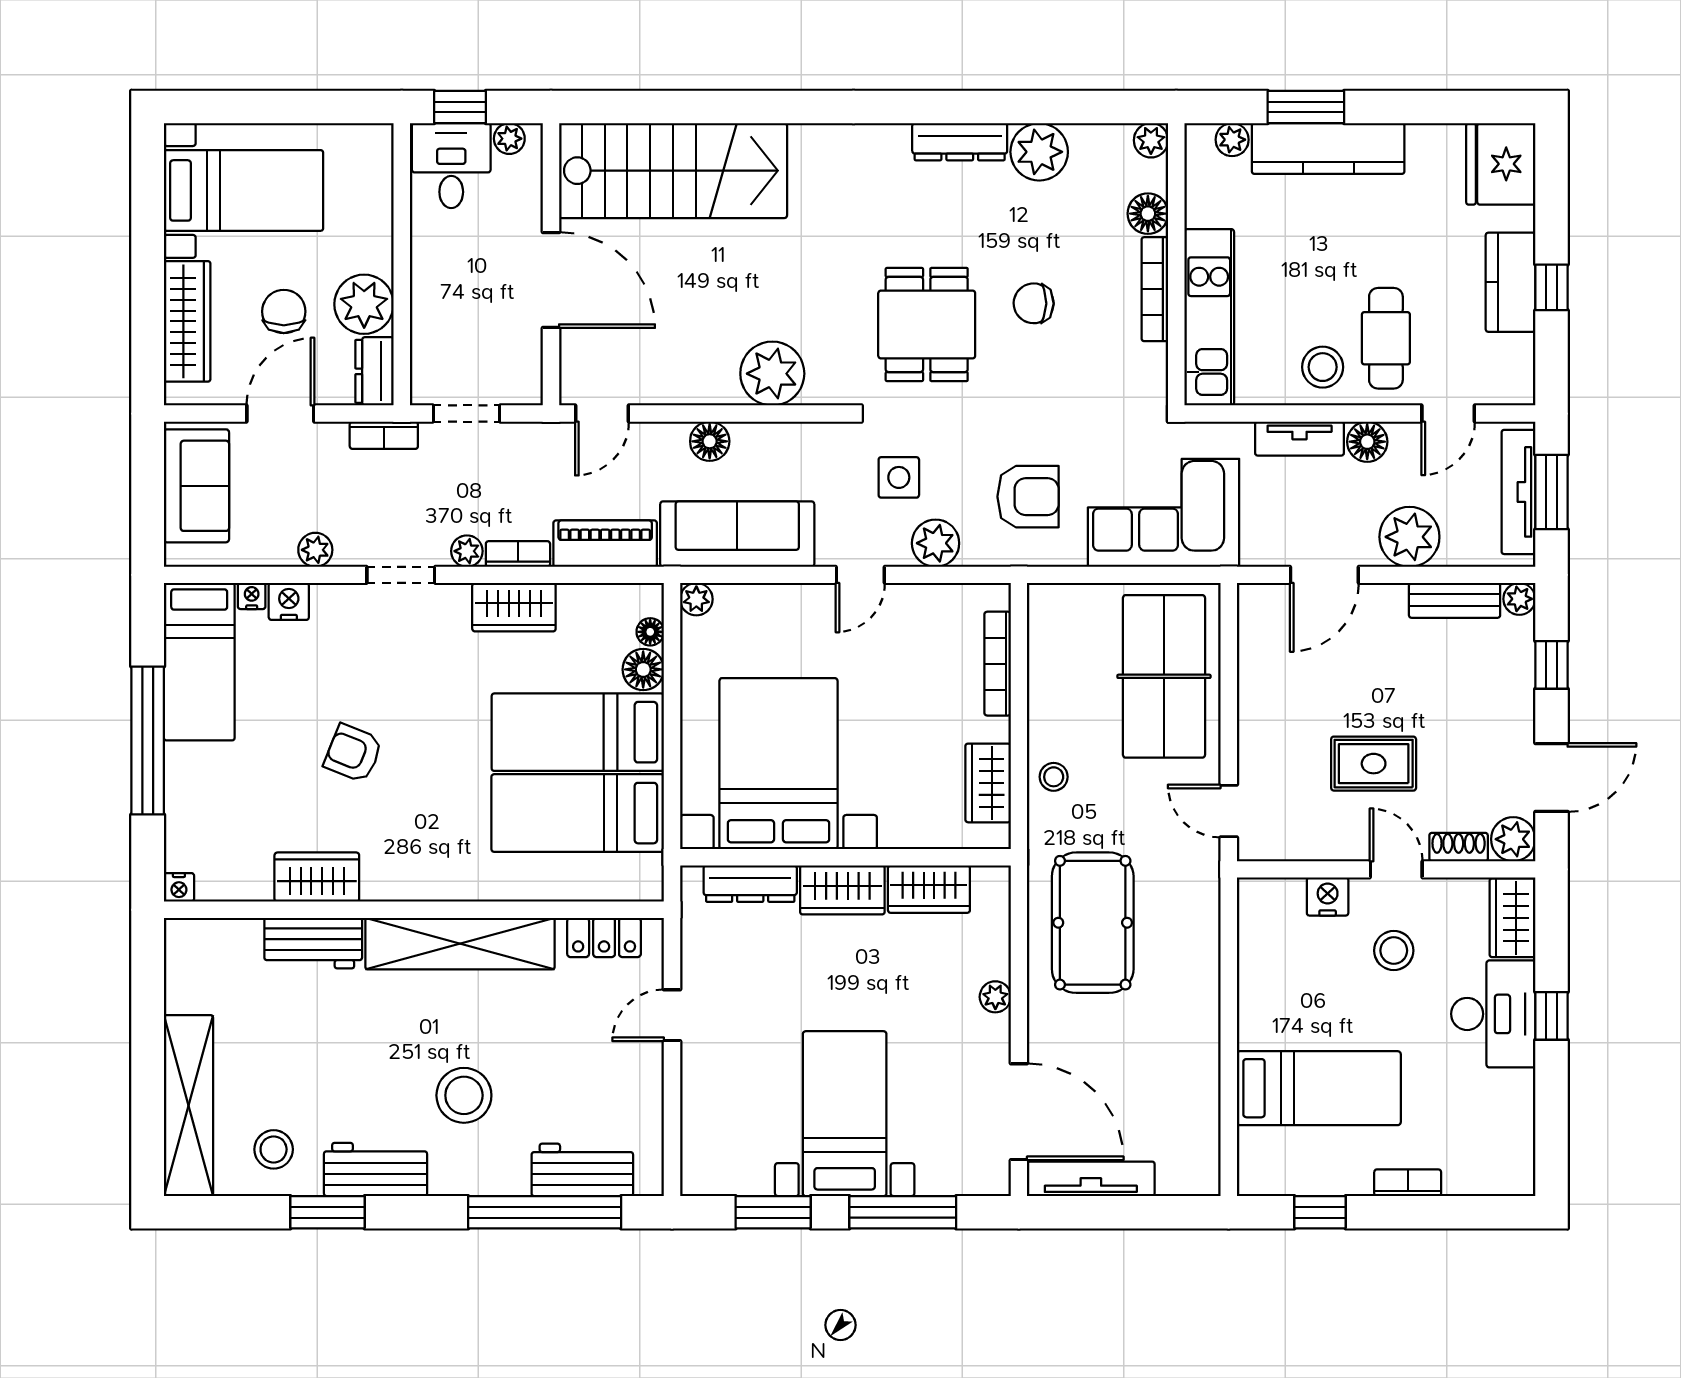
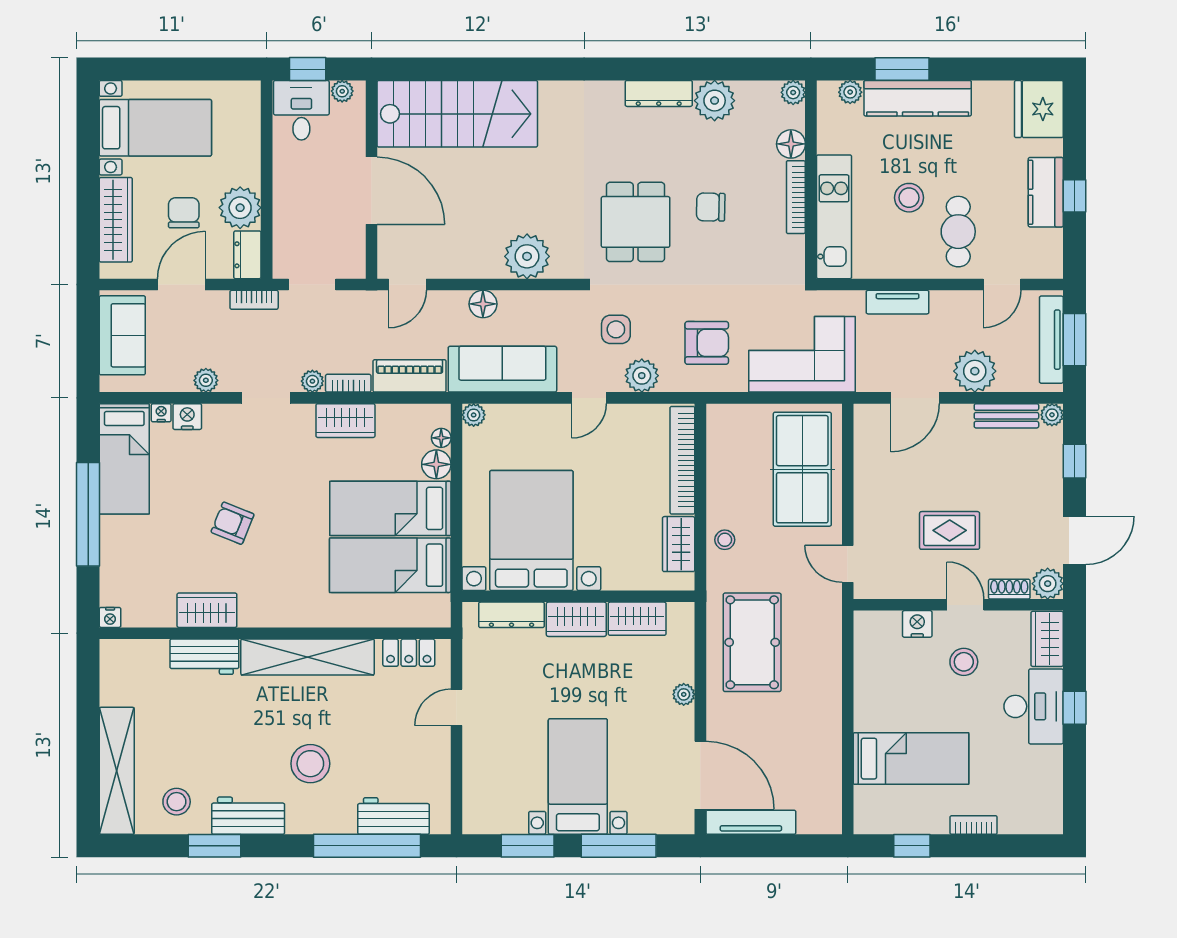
stool: (1323, 367) -> (909, 198), moved
floor lamp: (1367, 442) -> (945, 304), removed
bookcase: (998, 664) -> (682, 460), width x1.48, depth x1.31

